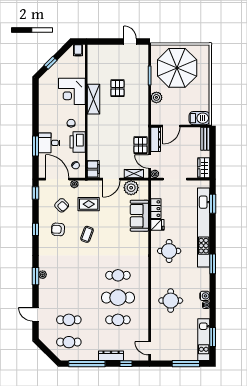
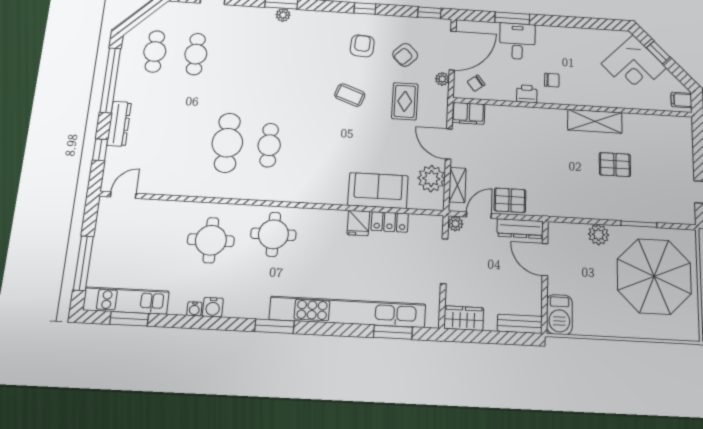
corner desk: (72, 91) -> (634, 66), moved, turned -135
printer: (78, 142) -> (527, 94), width x0.53, depth x0.68
round table: (169, 251) -> (273, 234), moved
cafe table: (118, 320) -> (185, 140), removed

